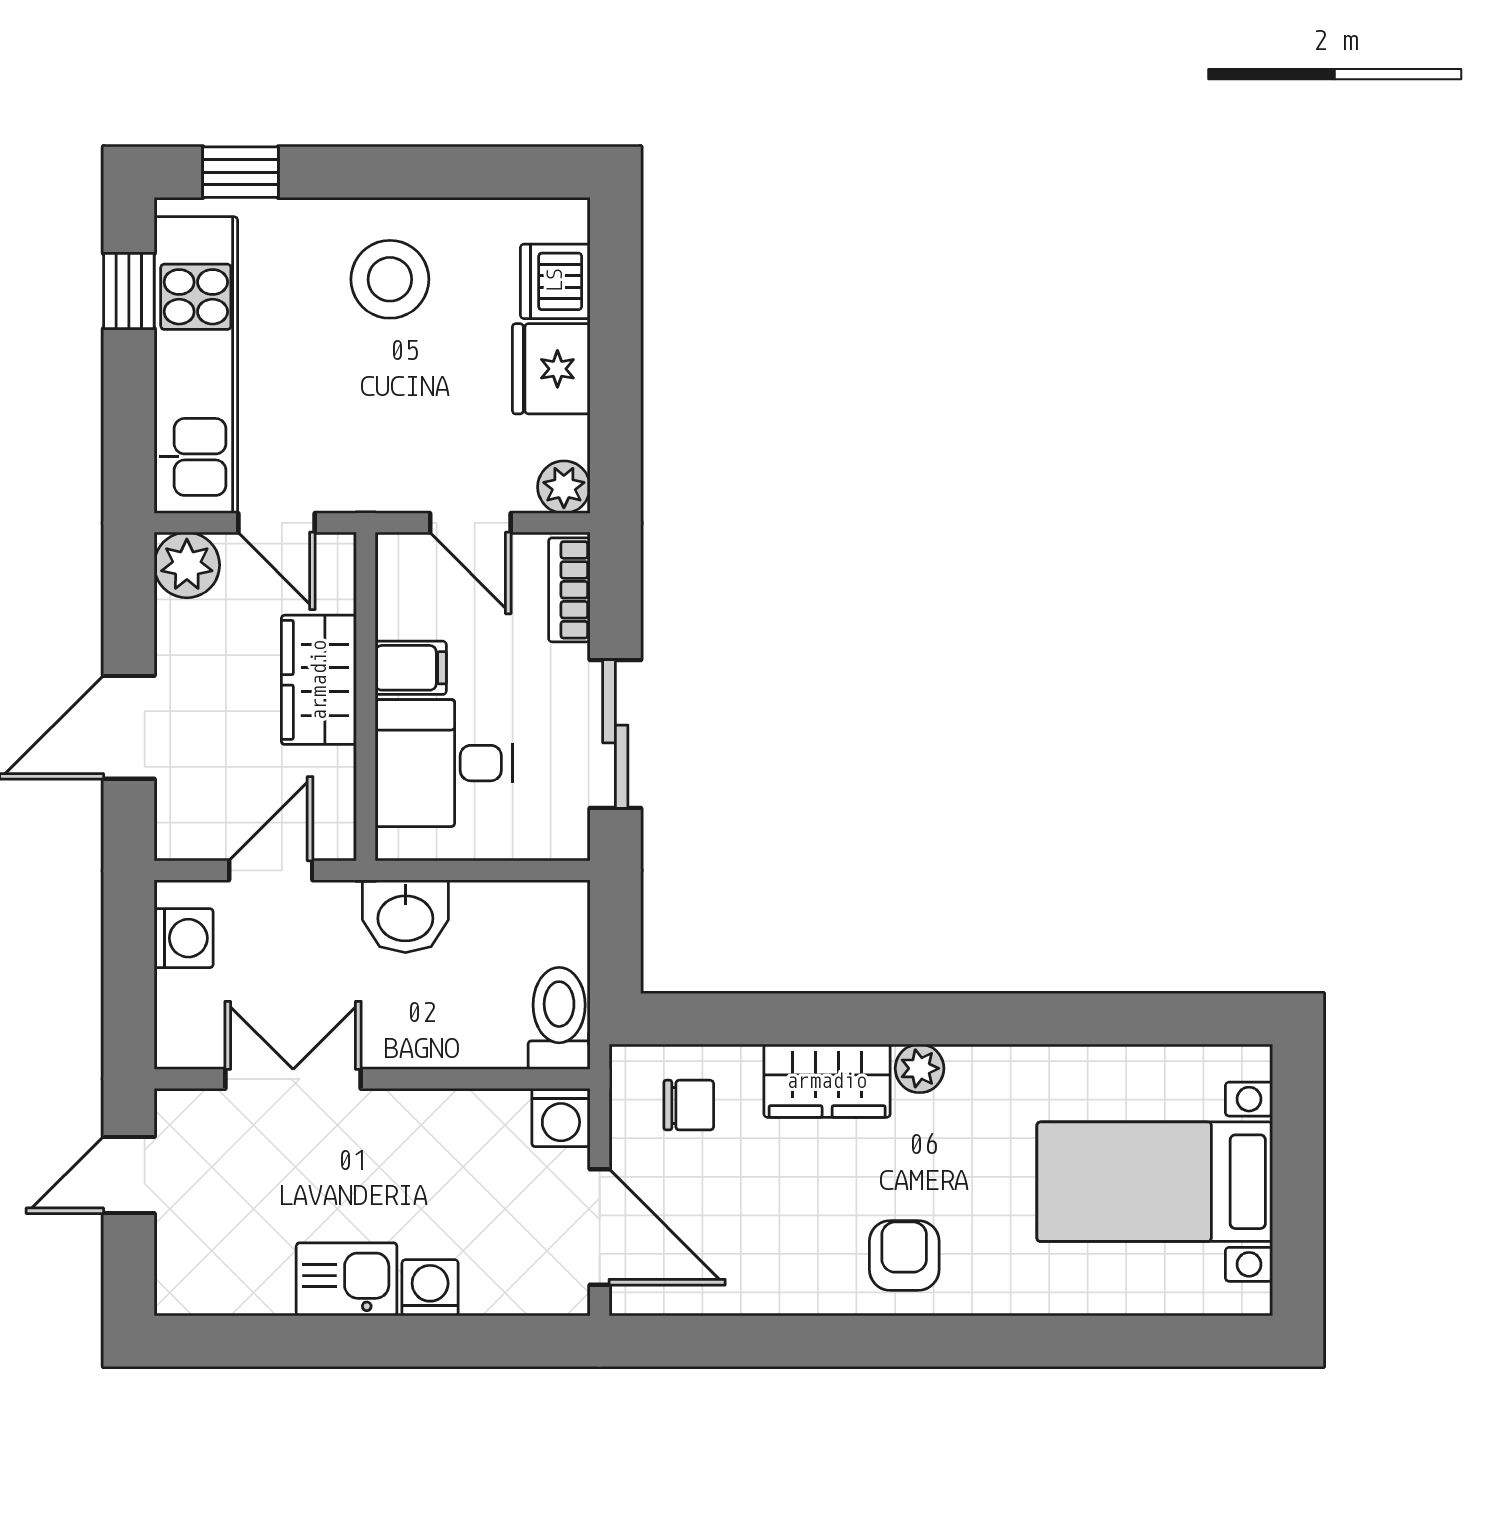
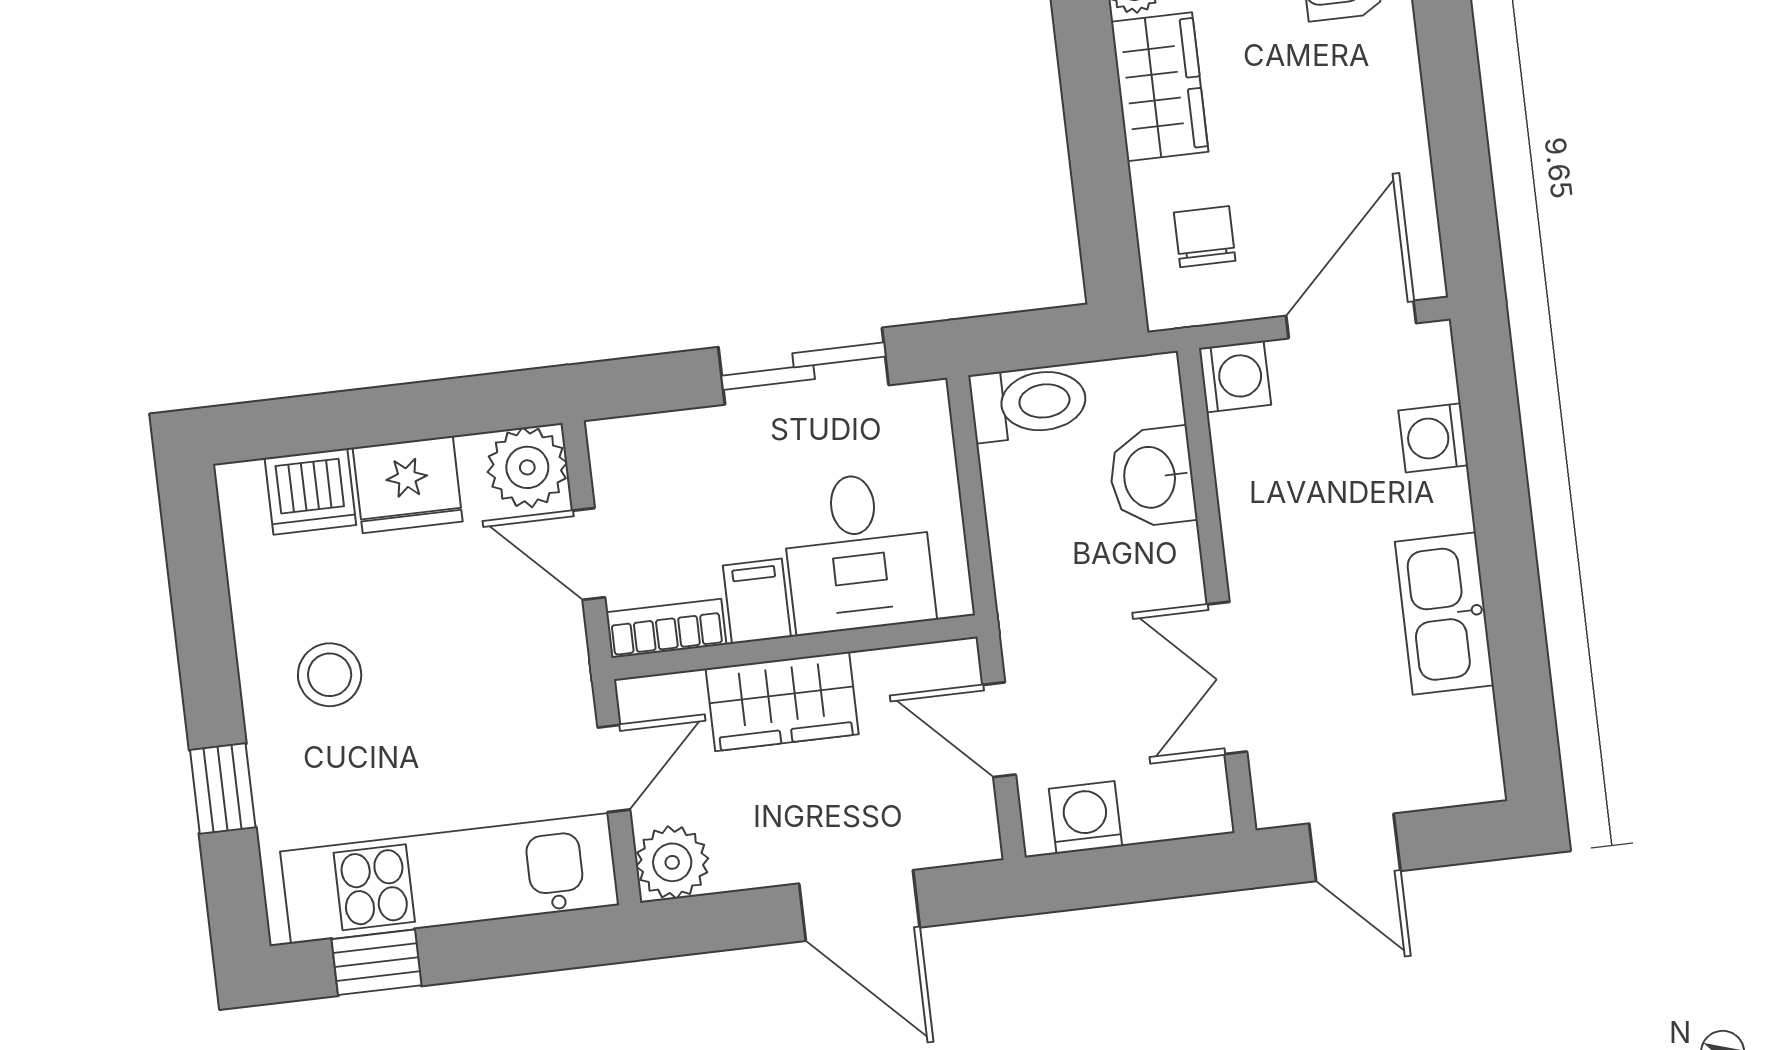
window: (241, 172) -> (223, 789), moved
stool: (390, 279) -> (330, 675), width x0.73, depth x0.73
plant: (564, 487) -> (527, 467), width x1.38, depth x1.38
door: (470, 523) -> (589, 554), swing flipped
bookcase: (569, 590) -> (666, 628), moved, turned 180
washbasin: (405, 916) -> (1152, 477), moved, turned 180
toilet: (559, 1018) -> (1029, 403), moved, turned 180
kitchen sink: (347, 1279) -> (1444, 614), width x1.38
washing machine: (430, 1288) -> (1433, 438), moved

